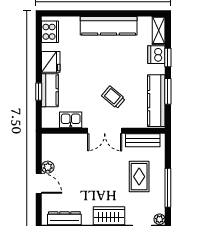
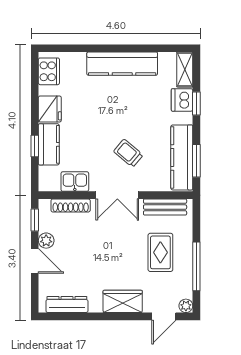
window: (168, 91) -> (196, 161), moved
shoe rack: (67, 139) -> (71, 205), added
window: (39, 151) -> (35, 220), added

